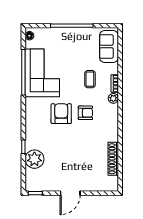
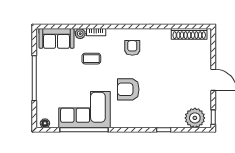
plant: (113, 98) -> (80, 34), moved
armchair: (85, 113) -> (132, 48), moved
plant: (34, 159) -> (195, 118), moved
shoe rack: (113, 159) -> (189, 34), moved

